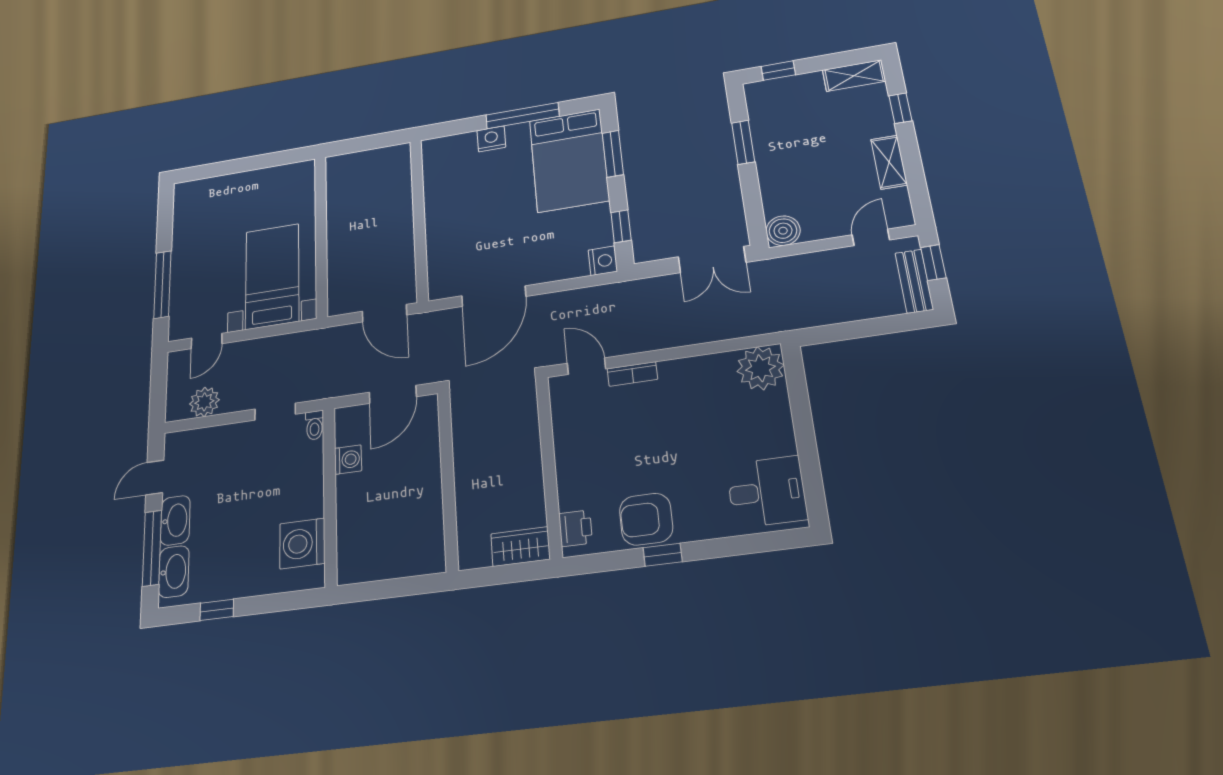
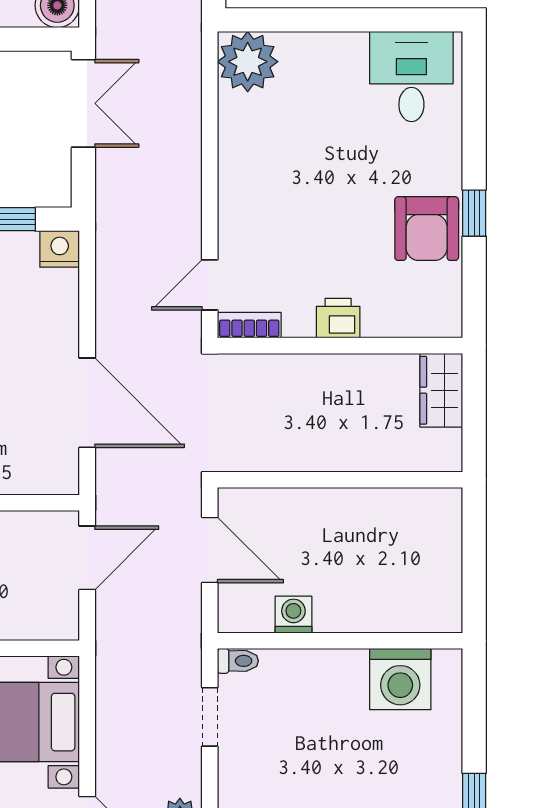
bookcase: (632, 374) -> (249, 325), moved, turned -90
printer: (576, 528) -> (338, 318), moved

